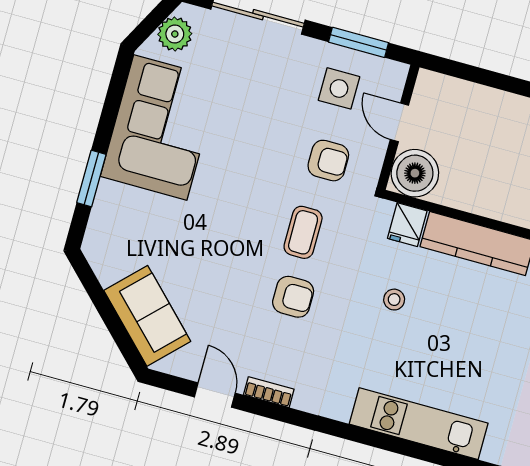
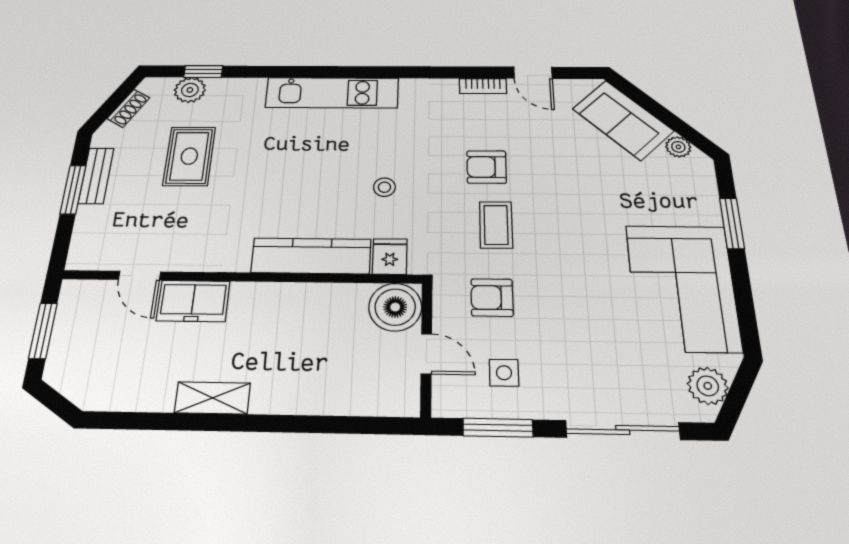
side table: (339, 88) -> (504, 373), width x0.73, depth x0.73
plant: (107, 272) -> (678, 147), added

